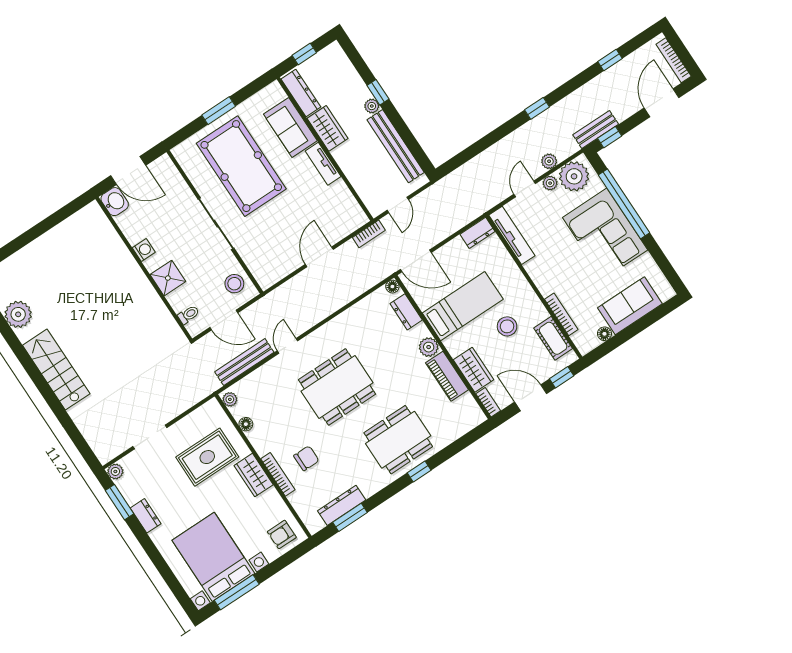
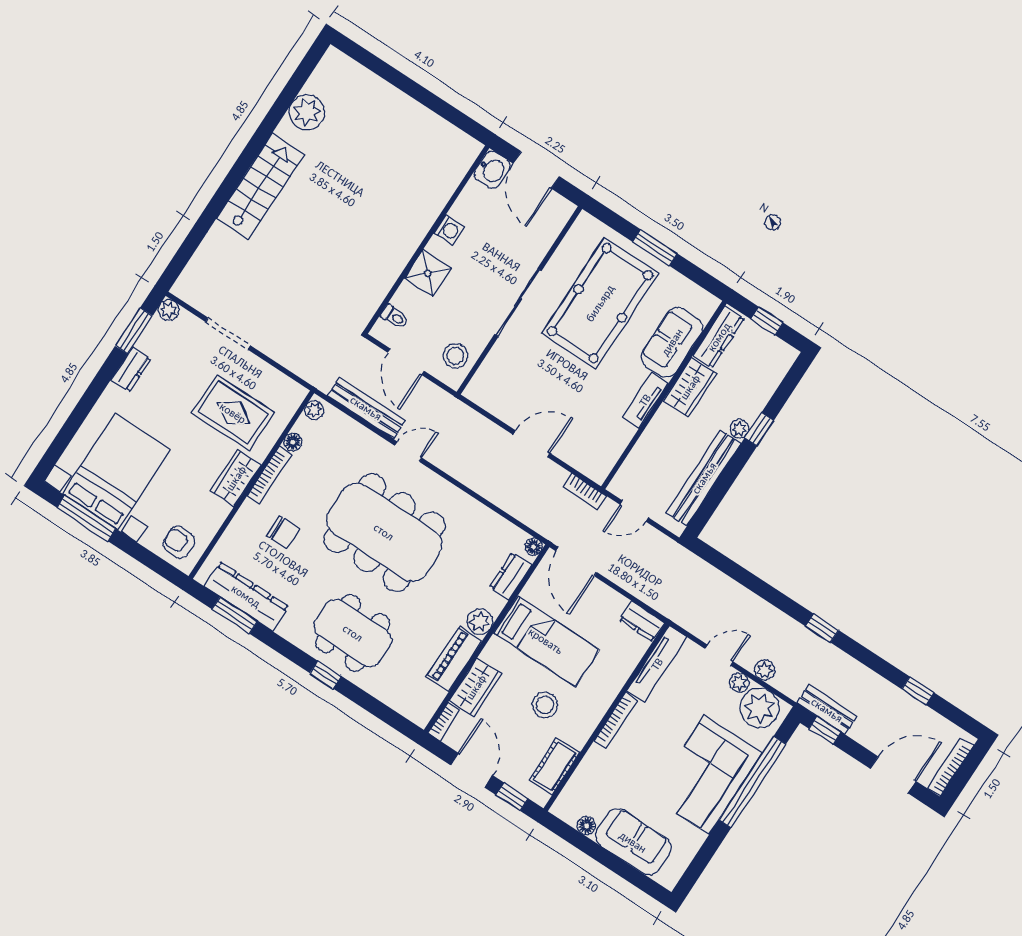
bookcase: (561, 314) -> (616, 720), moved
dining table: (337, 387) -> (384, 532), width x1.36, depth x1.24
bookcase: (278, 474) -> (270, 475), moved
dresser: (342, 505) -> (246, 596), width x1.37, depth x1.24

